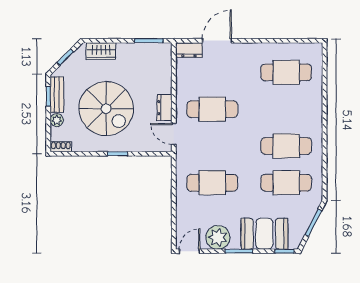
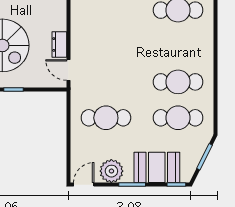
cafe table: (212, 109) -> (106, 46), removed

